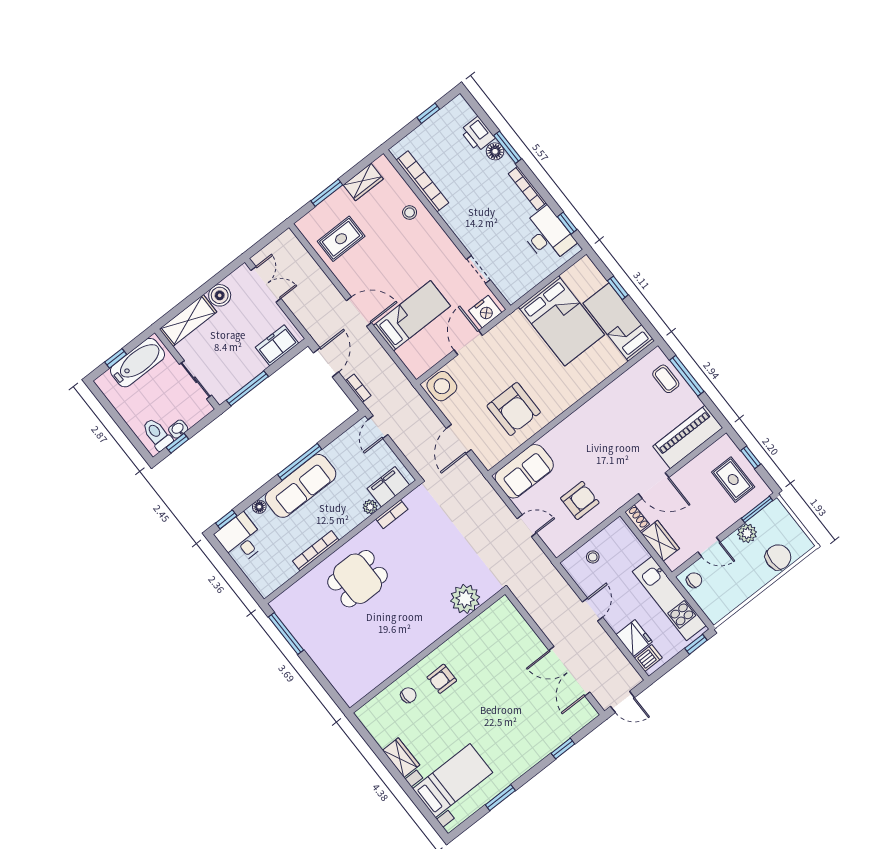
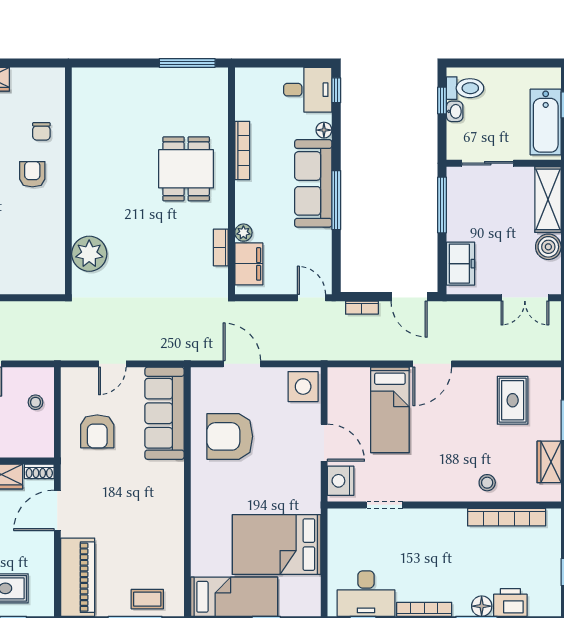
sofa: (524, 471) -> (165, 413), width x1.36

